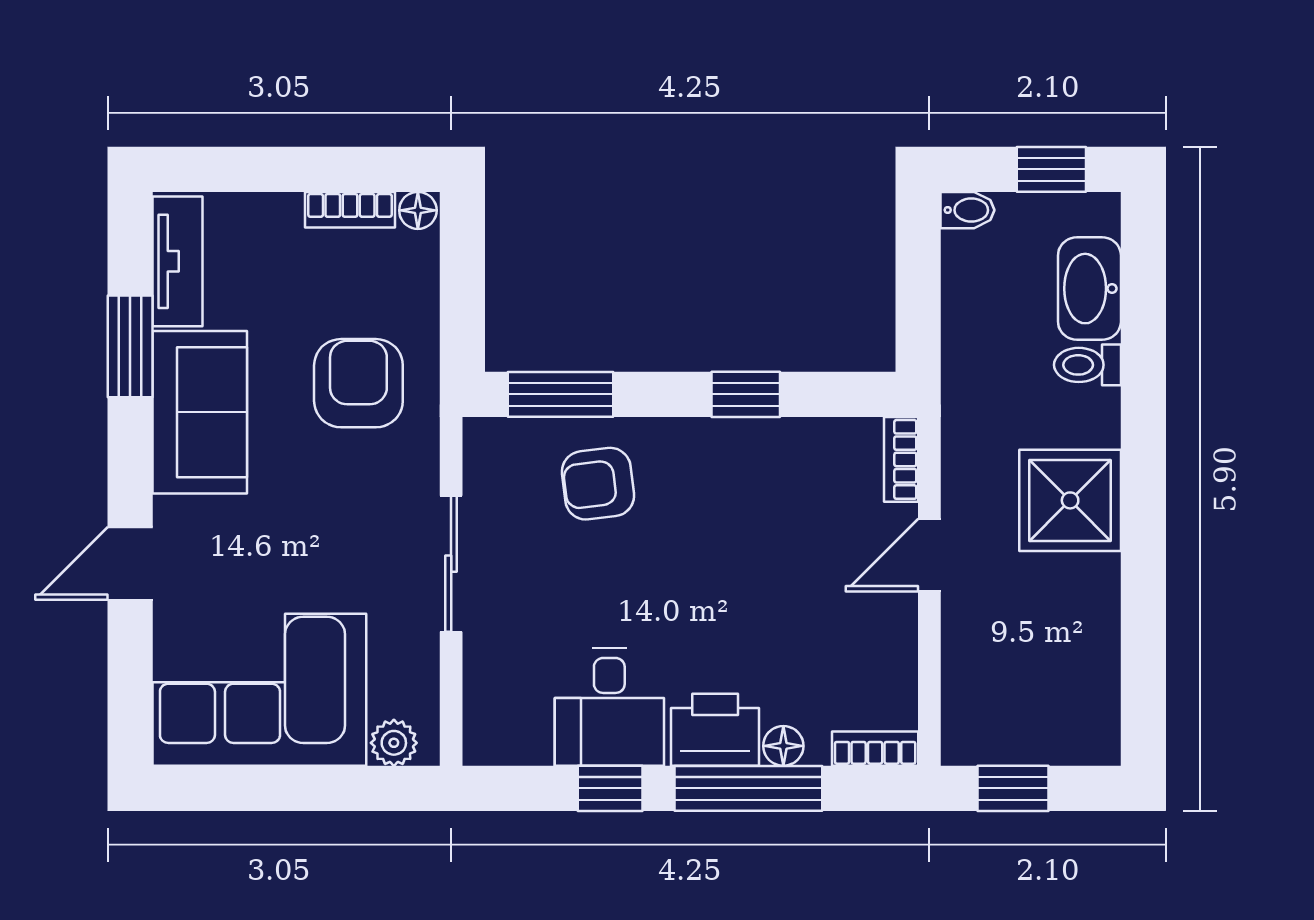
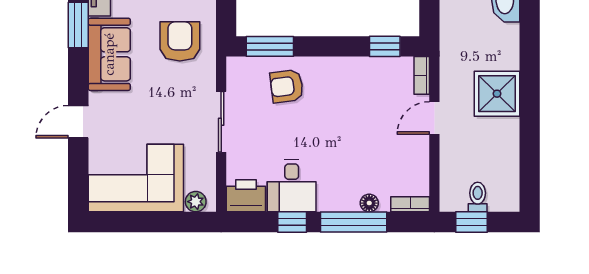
toilet: (1087, 365) -> (478, 197), moved, turned 90
window: (746, 394) -> (385, 46), moved
printer: (715, 730) -> (246, 196), moved

